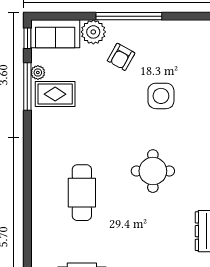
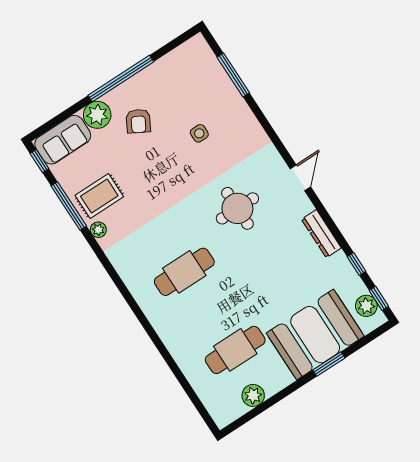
plant: (38, 73) -> (98, 230), moved
side table: (161, 96) -> (199, 133), width x0.54, depth x0.54
cafe table: (82, 193) -> (184, 272), turned 90

